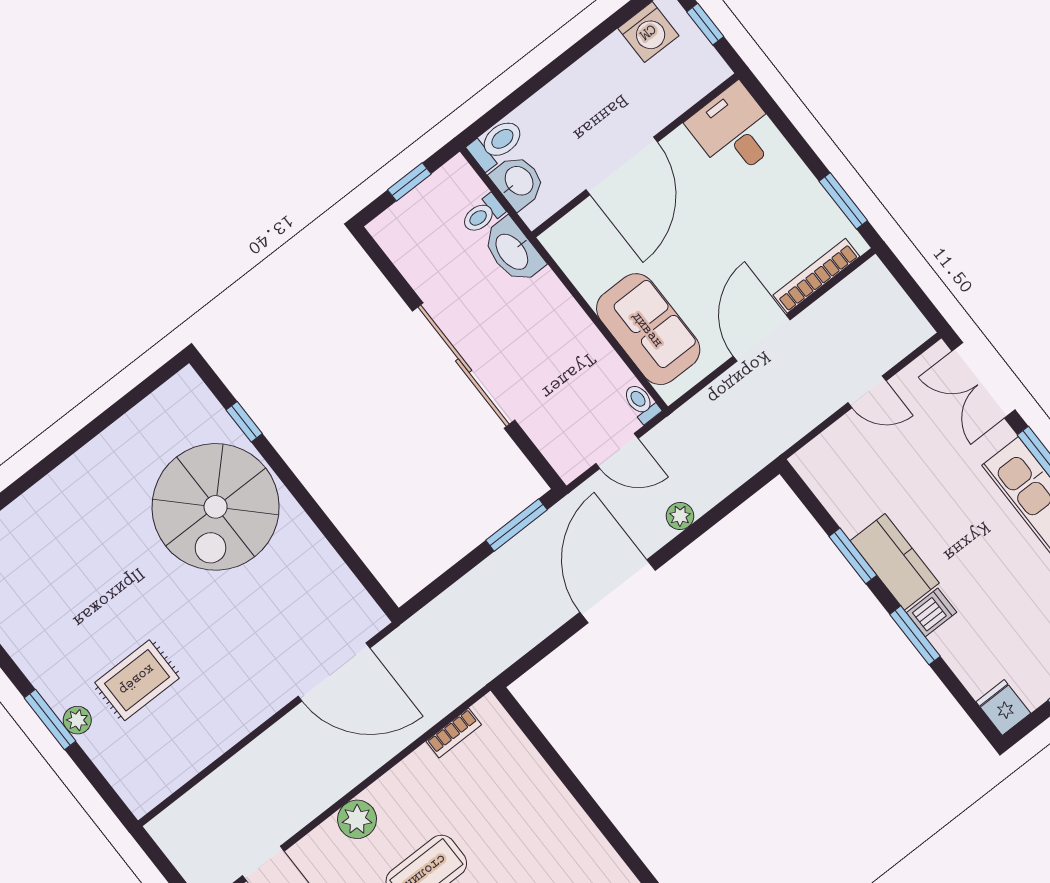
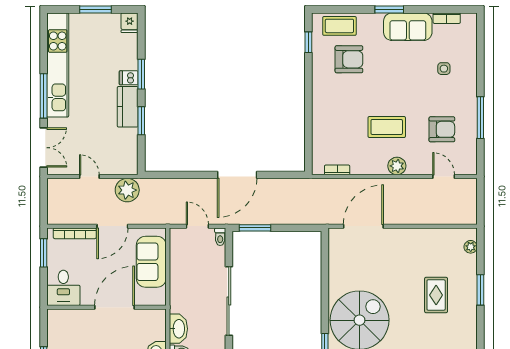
desk: (734, 131) -> (63, 288), moved
wall: (635, 155) -> (106, 307), moved
door: (622, 166) -> (114, 307), moved
toilet: (641, 403) -> (220, 237), moved
plant: (680, 516) -> (127, 190), moved, width x1.88, depth x1.88
door: (334, 672) -> (363, 226), hinge flipped
rug: (137, 680) -> (436, 295), moved, turned 90
plant: (77, 720) -> (471, 247), moved

